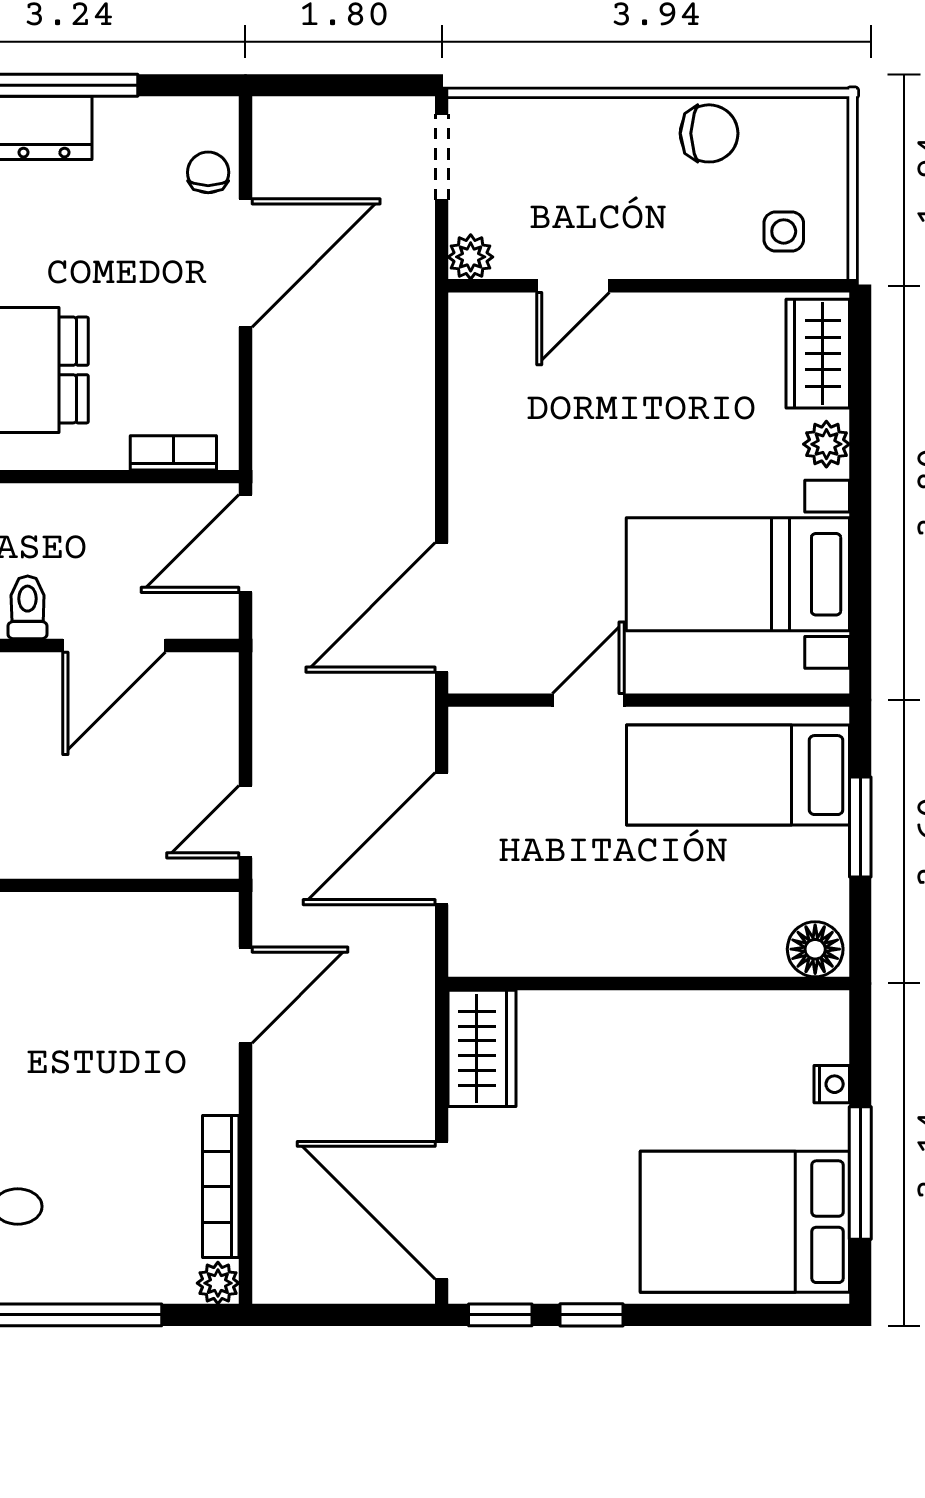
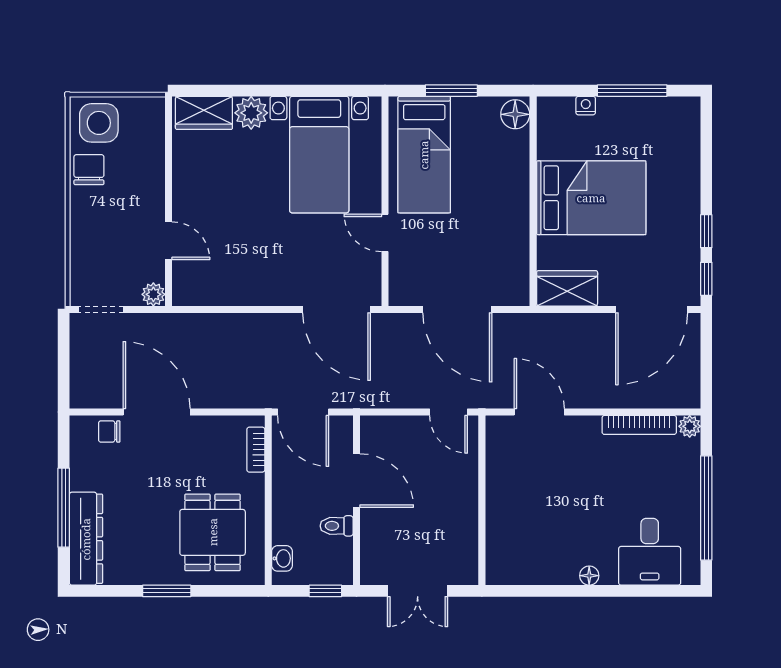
side table: (784, 231) -> (99, 123), moved, width x1.87, depth x1.87
plant: (826, 444) -> (251, 113), width x1.38, depth x1.38
bed: (745, 1222) -> (591, 198), moved, turned -90

